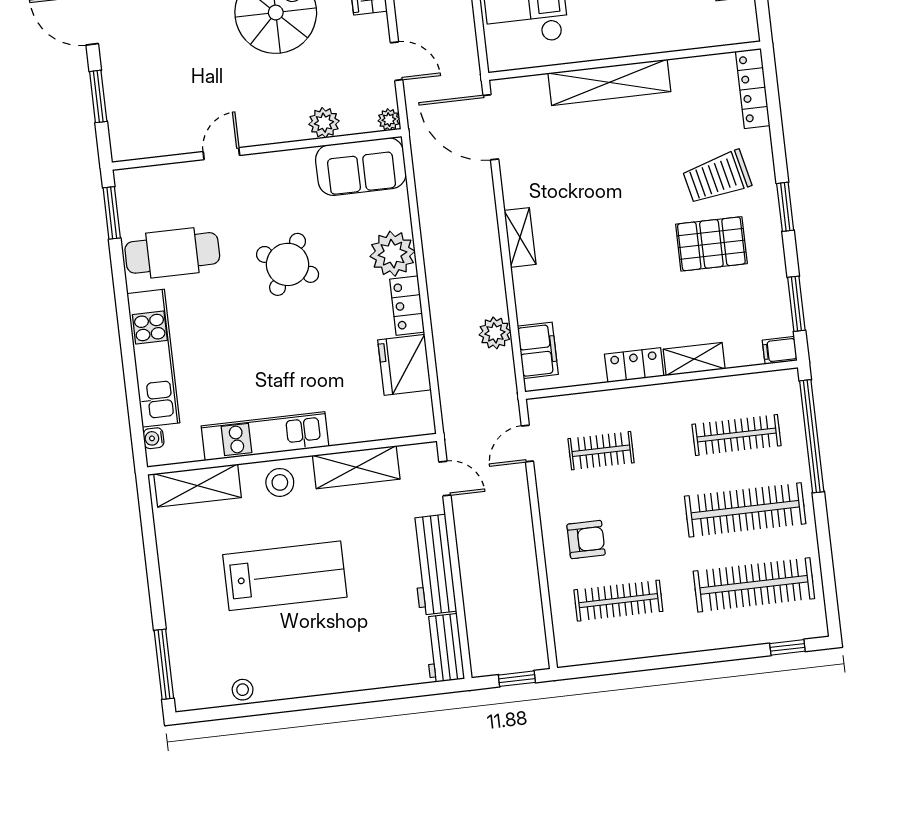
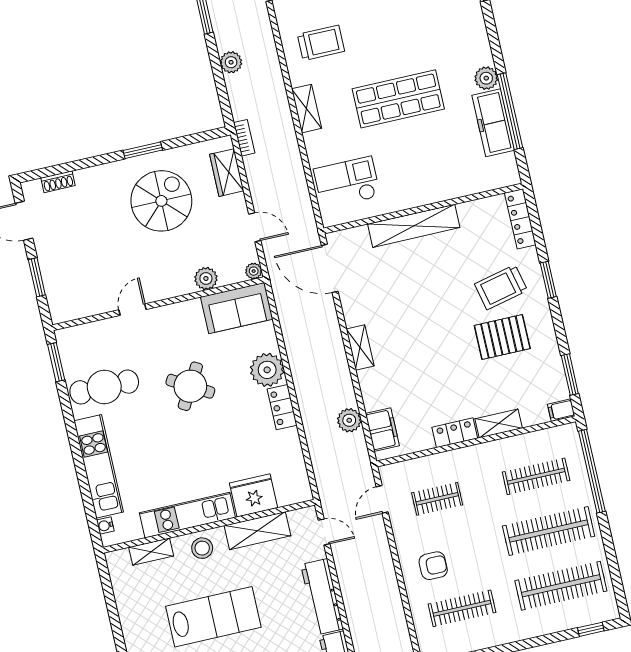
window: (785, 207) -> (548, 280), moved
fridge: (404, 365) -> (254, 495), moved, turned 90
shelving: (198, 486) -> (151, 552), width x0.67, depth x0.75

